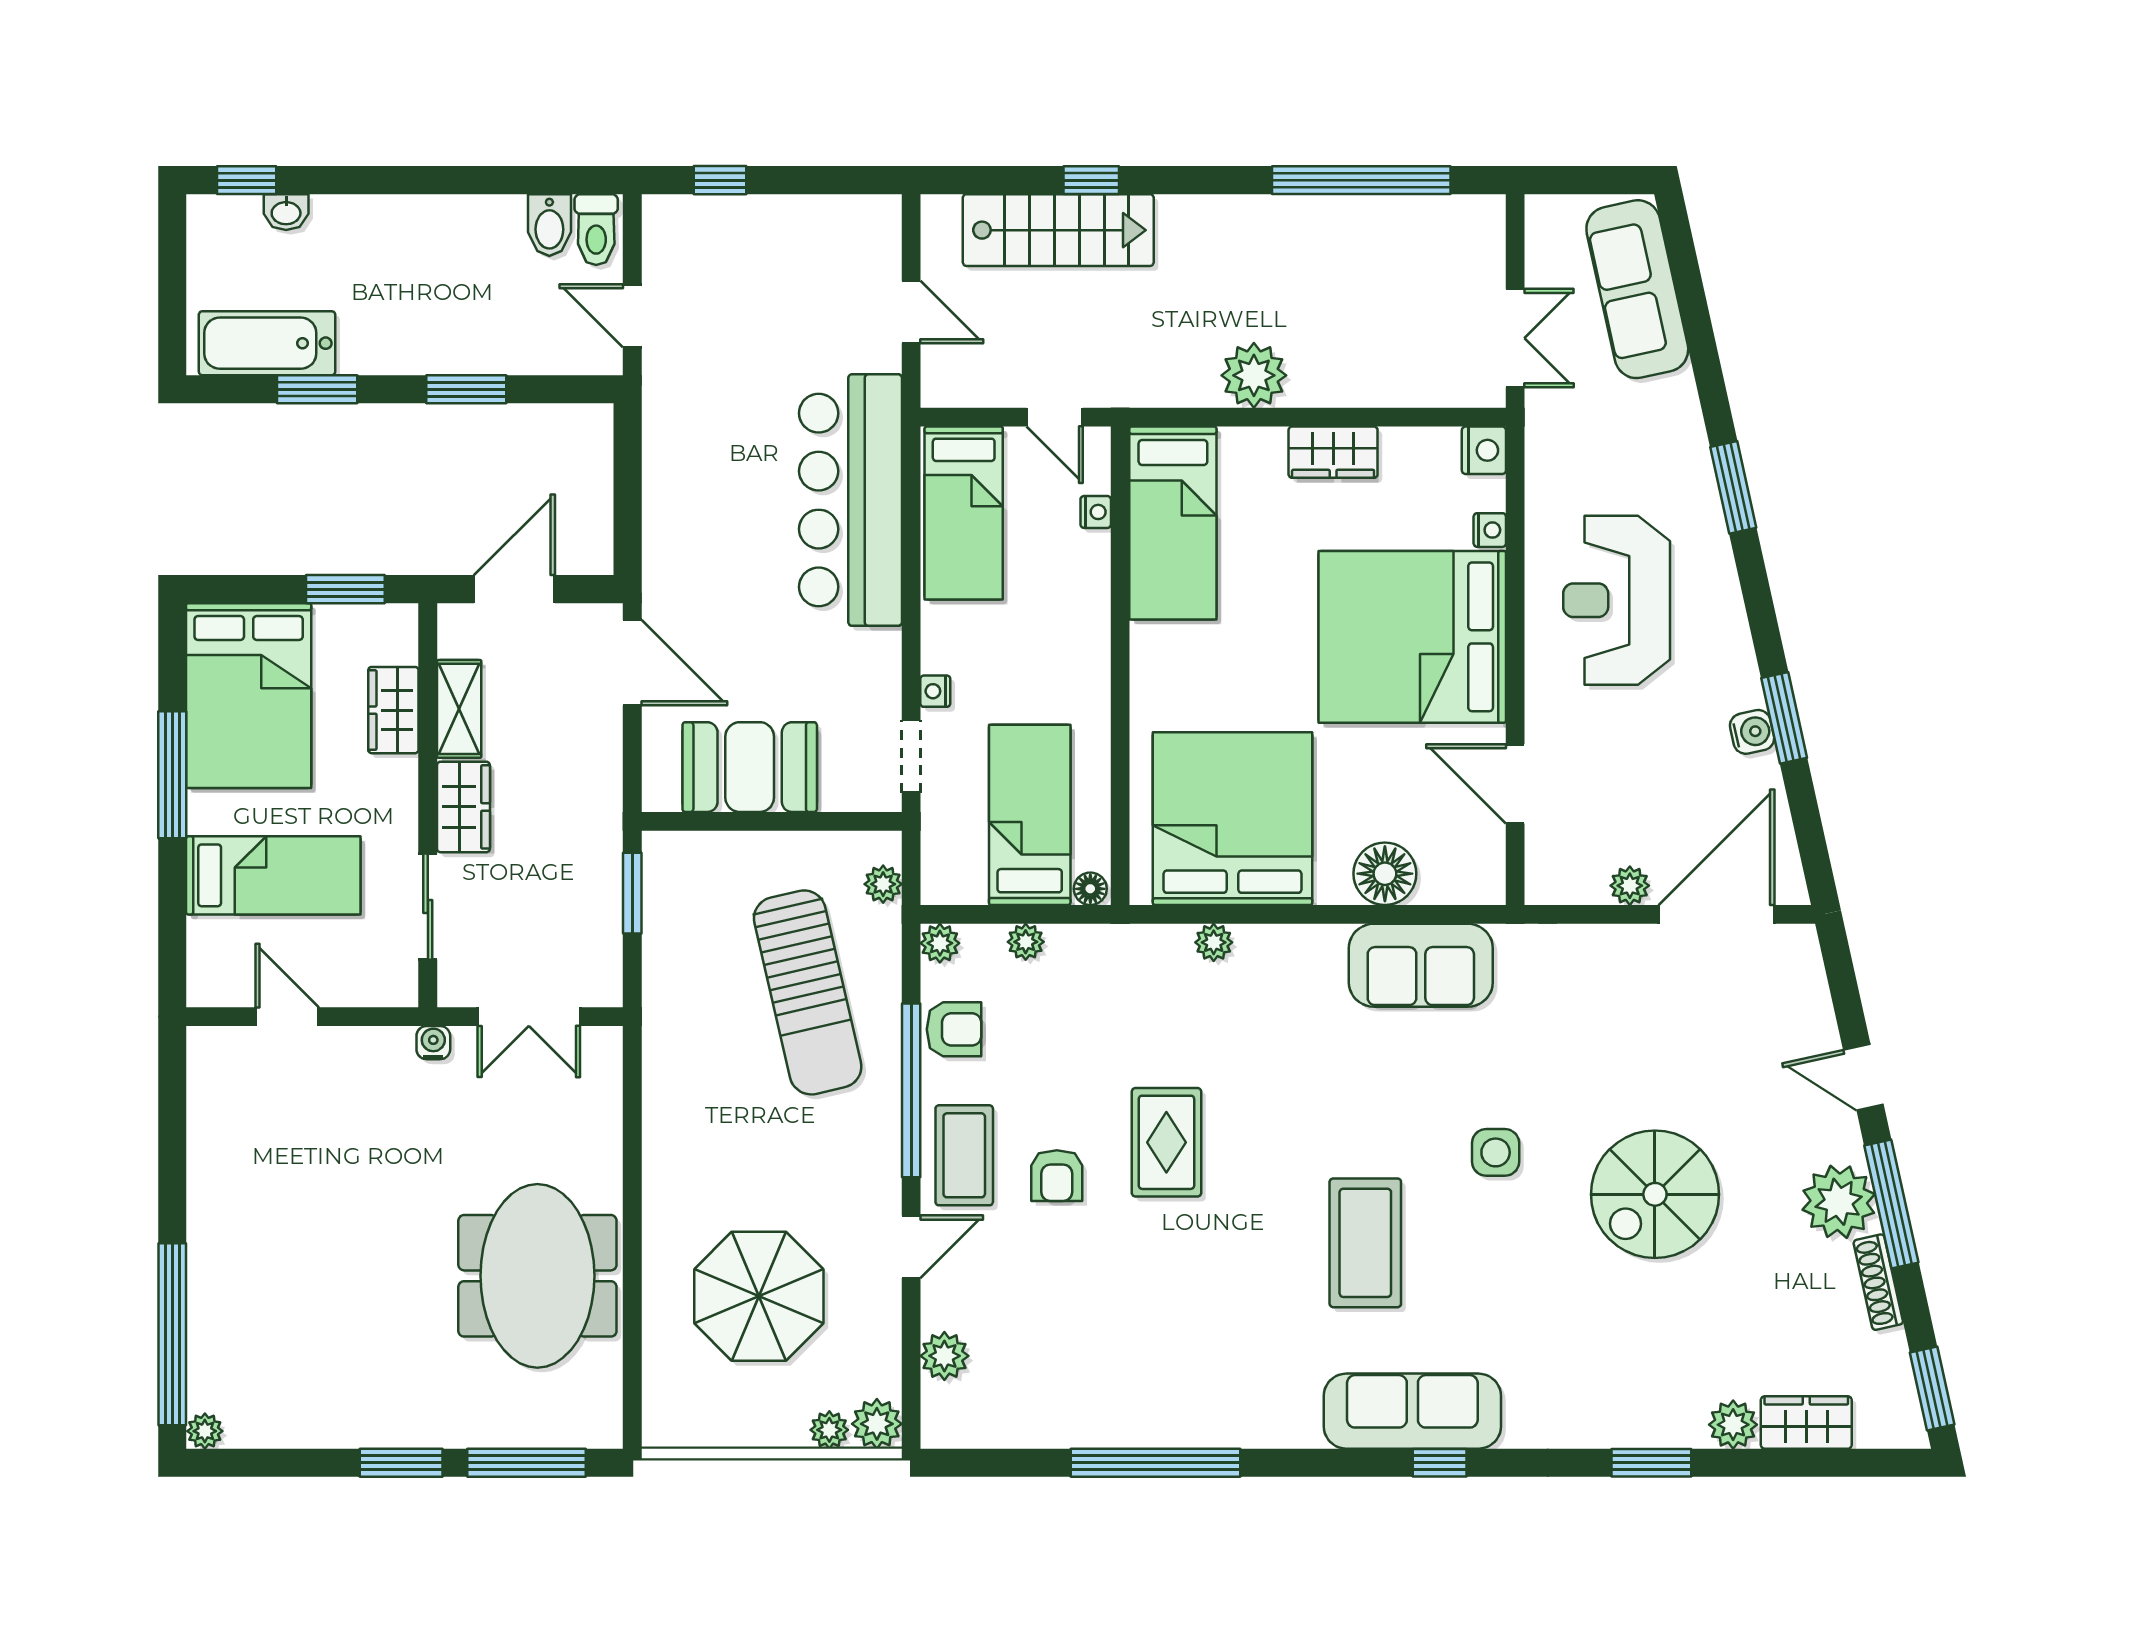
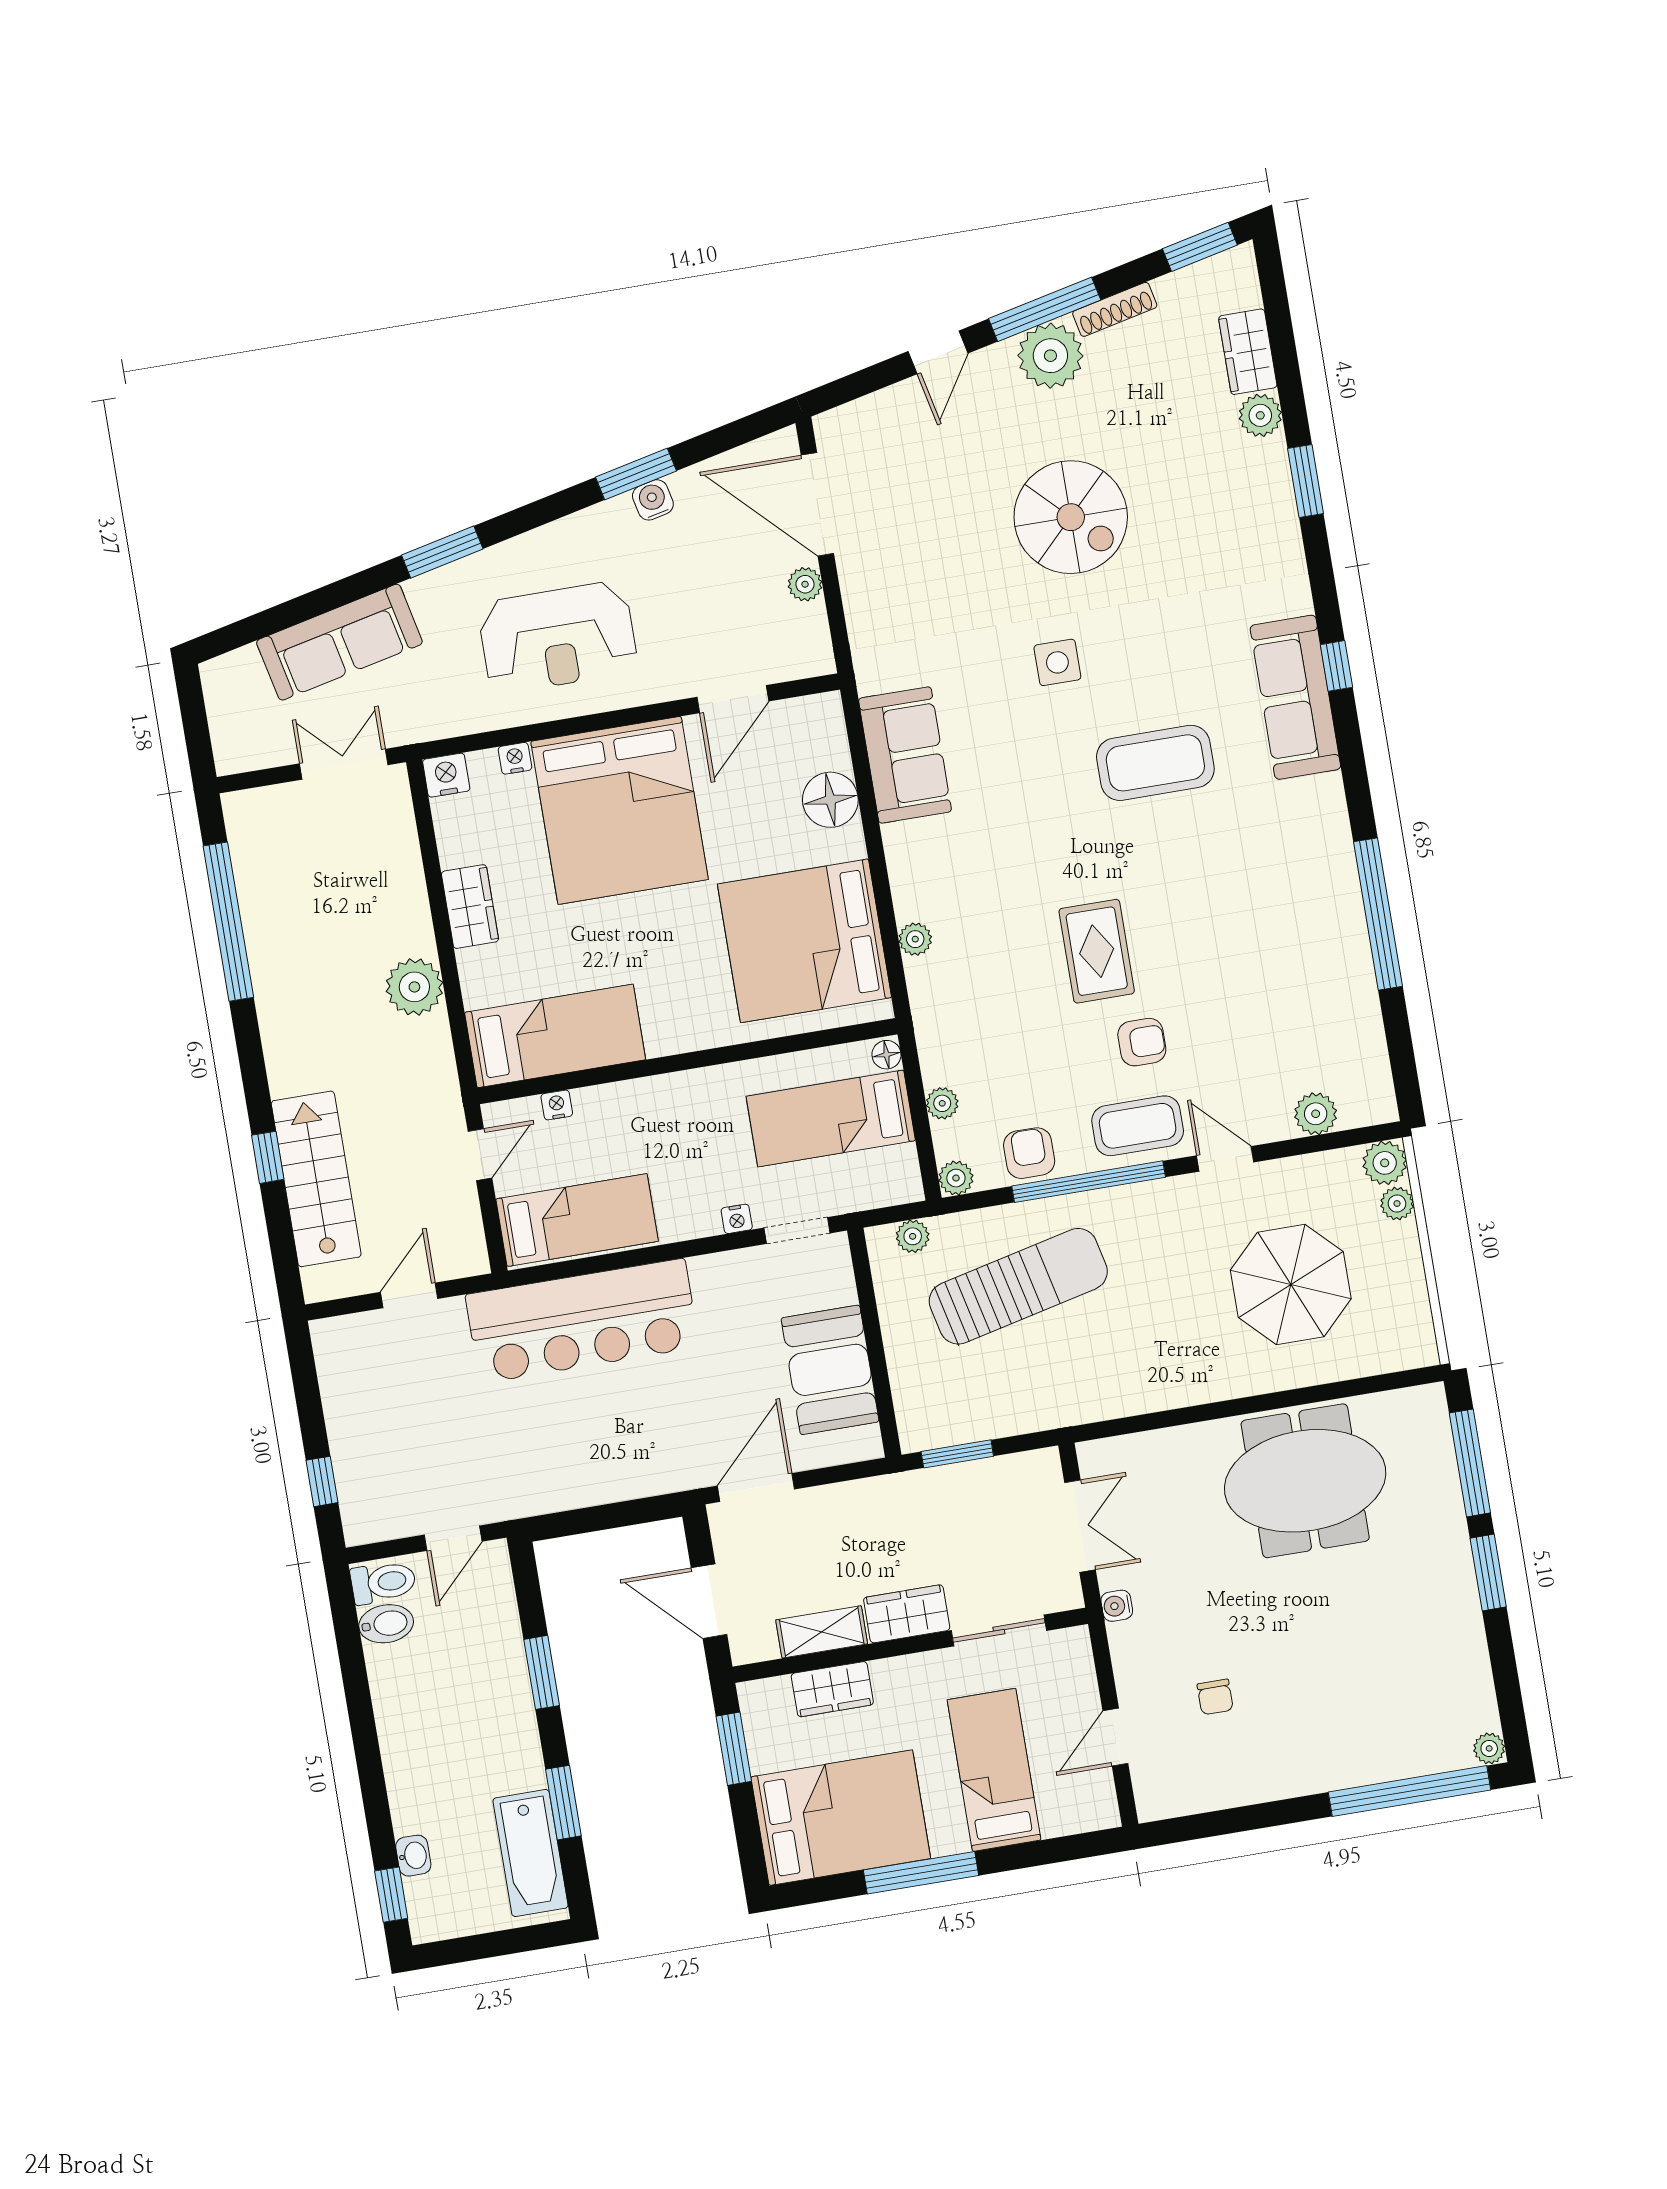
sofa: (1637, 289) -> (339, 642), moved
chair: (313, 1135) -> (1215, 1697), added
rug: (1166, 1142) -> (1097, 951), turned 90

